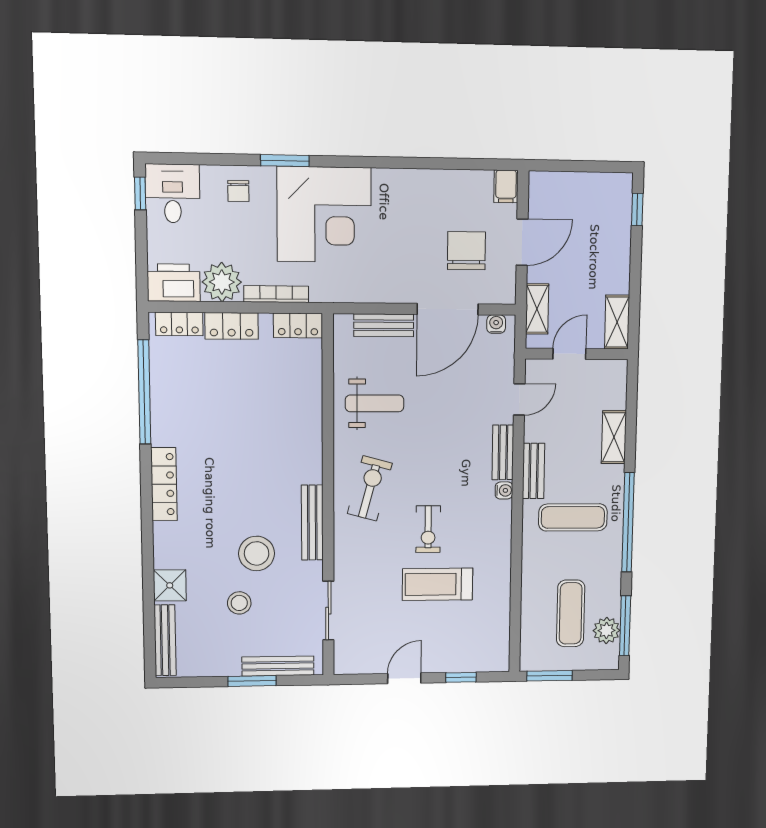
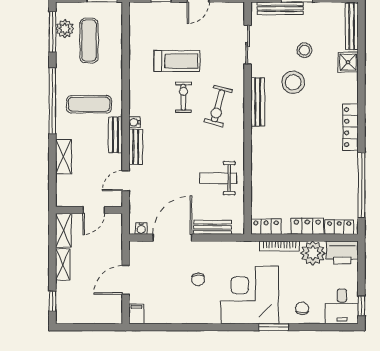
chair: (466, 251) -> (198, 279), moved, width x0.54, depth x0.54
shelving: (537, 309) -> (63, 265), moved
exercise bike: (370, 488) -> (218, 106), moved

